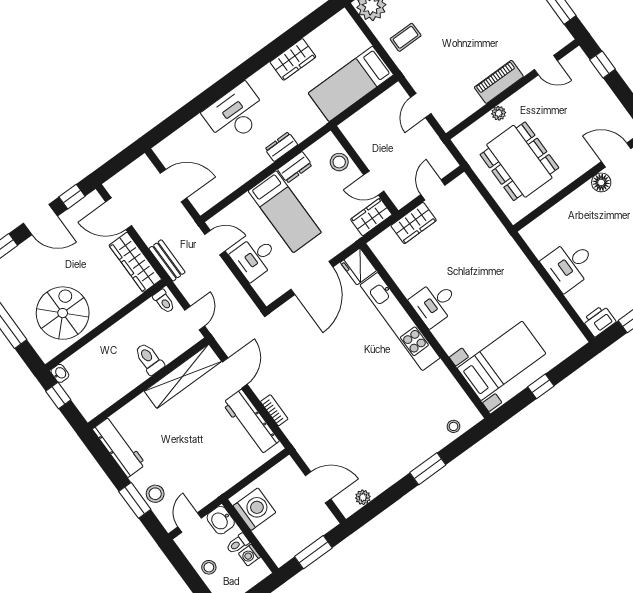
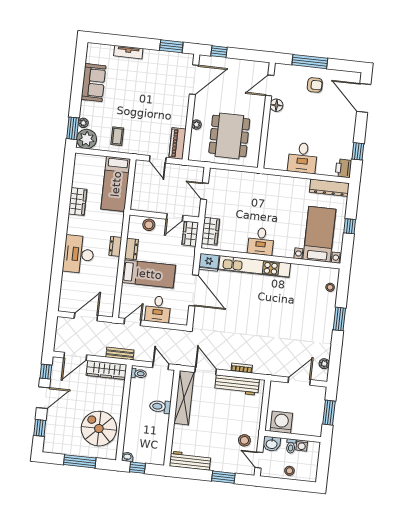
door: (546, 65) -> (194, 80), width x1.88
piano: (499, 82) -> (177, 143), moved
dining table: (519, 161) -> (229, 136), turned 90
wardrobe: (414, 223) -> (210, 231), moved
dresser: (563, 325) -> (329, 188), added
stool: (155, 494) -> (244, 440), moved

